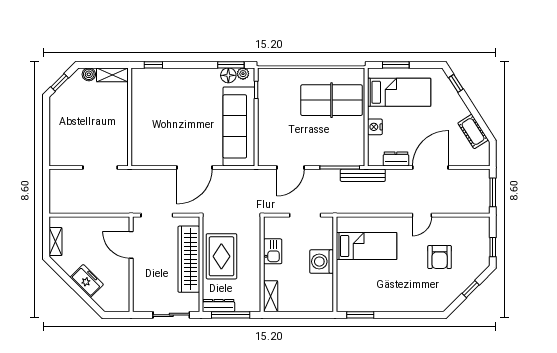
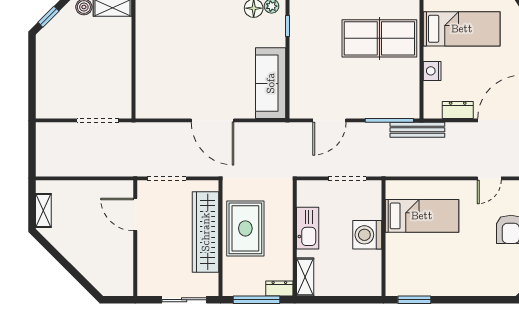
sofa: (239, 126) -> (271, 83), width x0.74, depth x0.79
door: (194, 167) -> (213, 120), hinge flipped
kitchen sink: (273, 251) -> (308, 228), width x1.38
freezer: (87, 281) -> (81, 258), removed
dresser: (219, 306) -> (279, 288), moved, width x0.70

